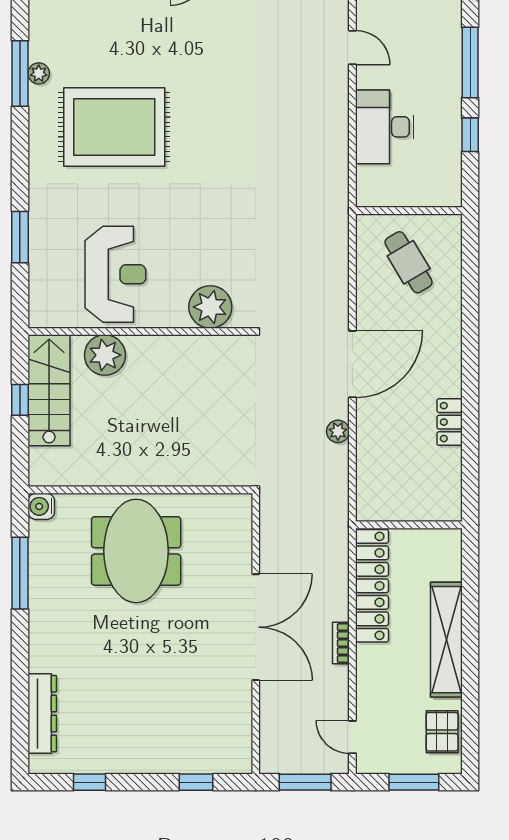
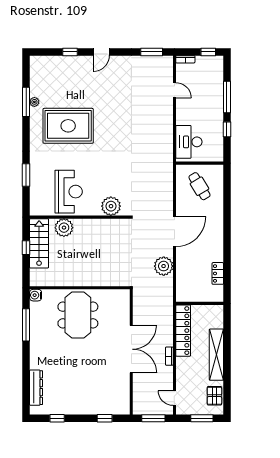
desk: (385, 127) -> (189, 142), moved
locker: (450, 422) -> (218, 273), moved
plant: (338, 431) -> (164, 266), width x1.88, depth x1.88

